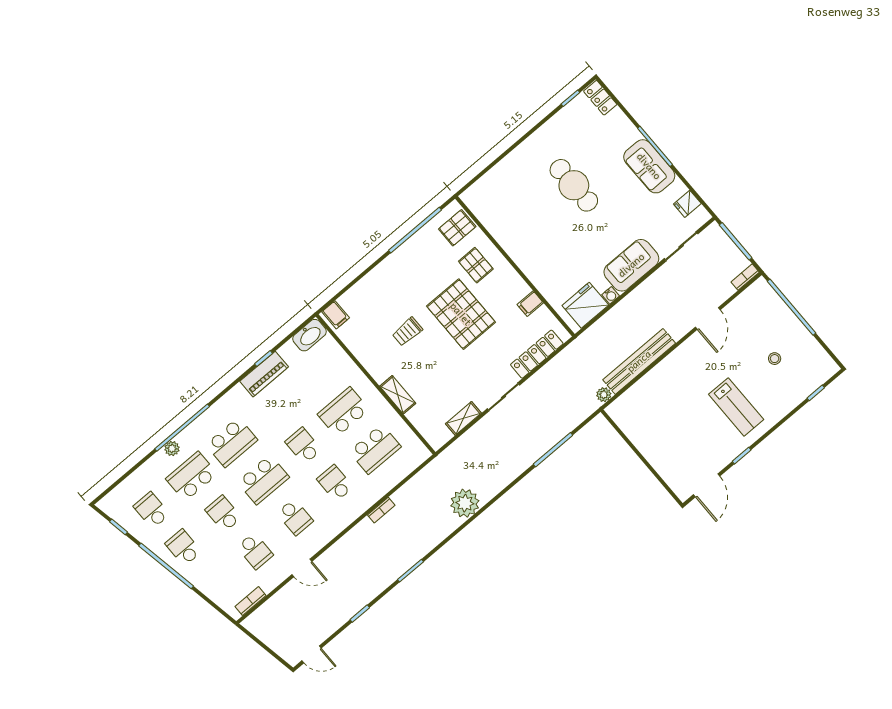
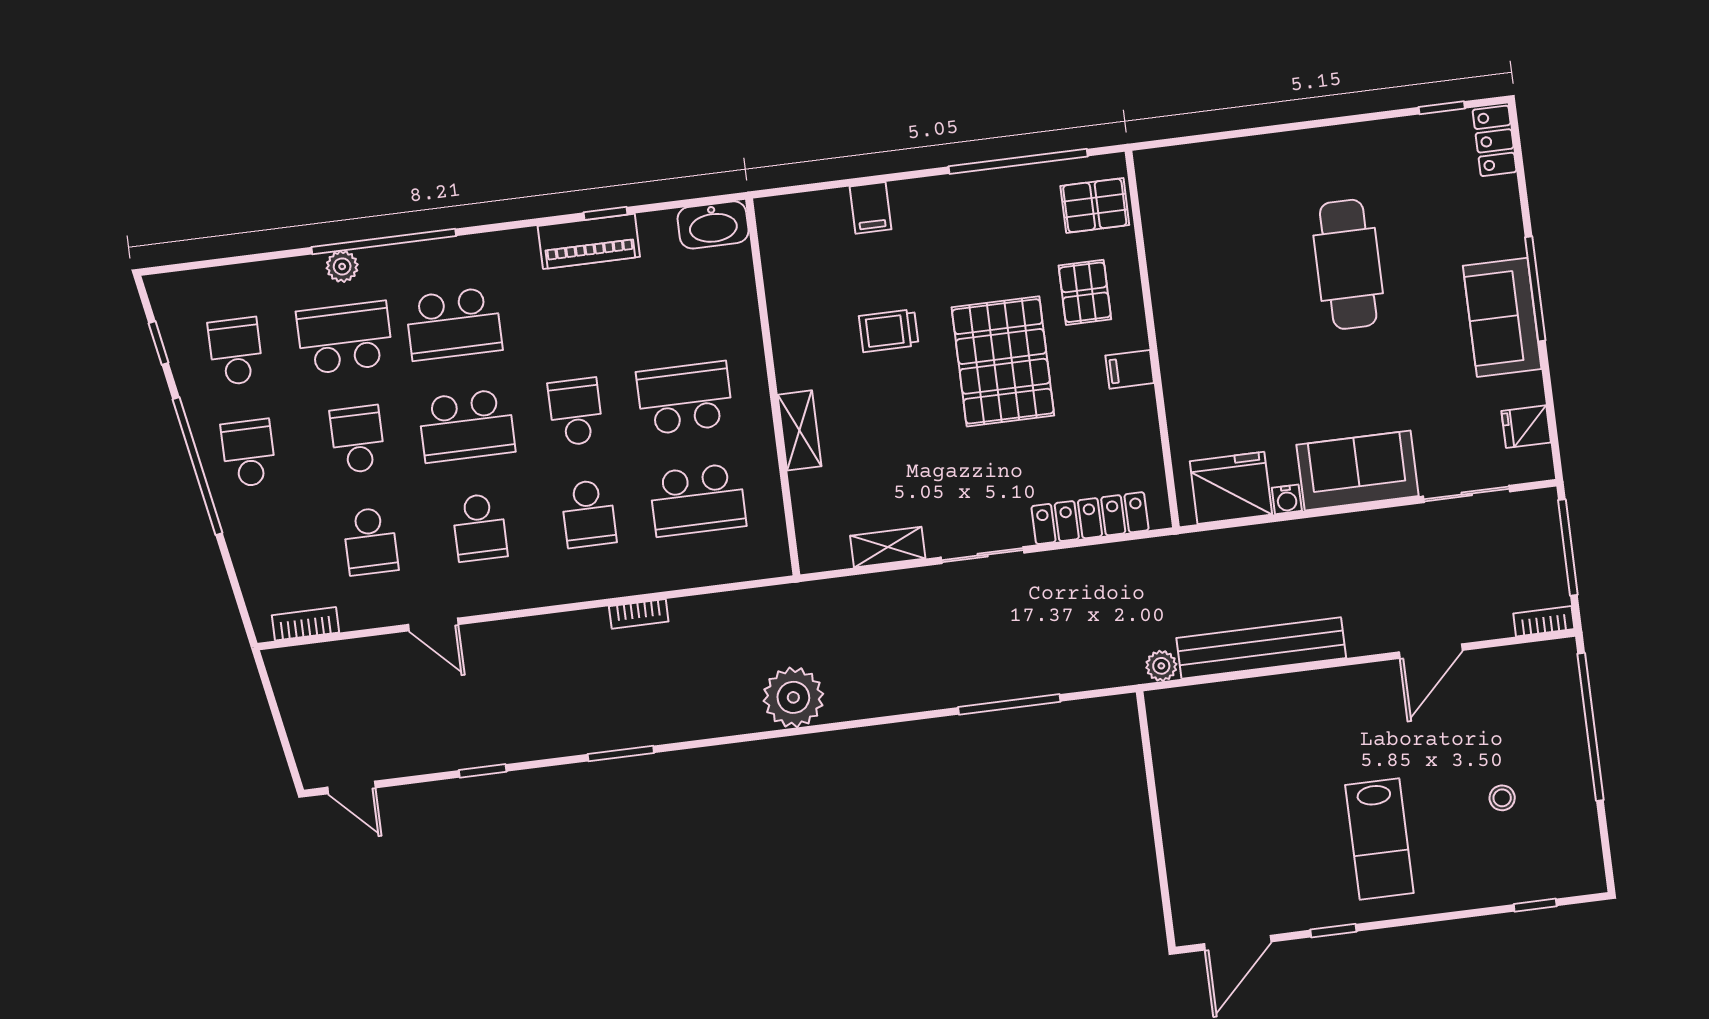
filing cabinet: (530, 304) -> (1130, 369), moved
filing cabinet: (336, 315) -> (870, 208), moved
school desk: (335, 483) -> (589, 514), turned 180

